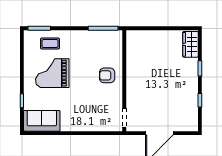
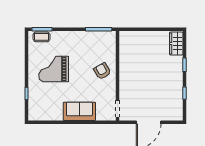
coffee table: (50, 44) -> (42, 37), moved
armchair: (107, 75) -> (102, 71), turned 60
sofa: (42, 121) -> (79, 111), moved

